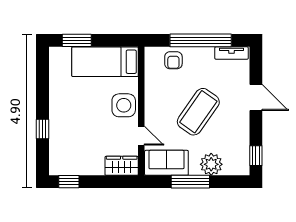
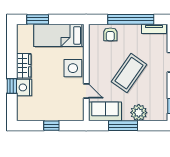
nightstand: (59, 131) -> (24, 87), added
wardrobe: (122, 166) -> (24, 66), moved, turned 90
window: (69, 182) -> (51, 126), moved

